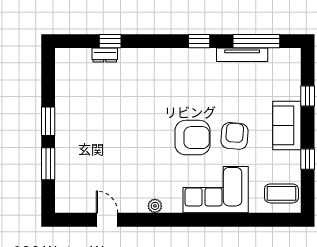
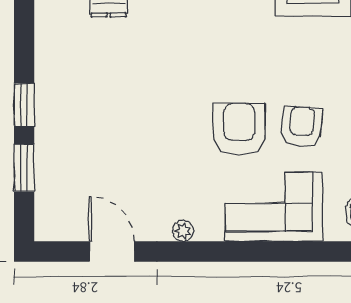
armchair: (193, 138) -> (239, 129), turned -90
door: (107, 220) -> (112, 251), width x1.38

